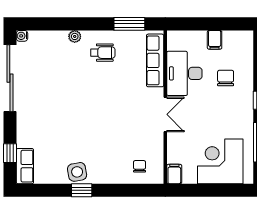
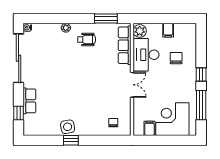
plant: (176, 41) -> (140, 31), added
row of seats: (25, 166) -> (29, 101), moved
filing cabinet: (174, 174) -> (149, 128), moved

